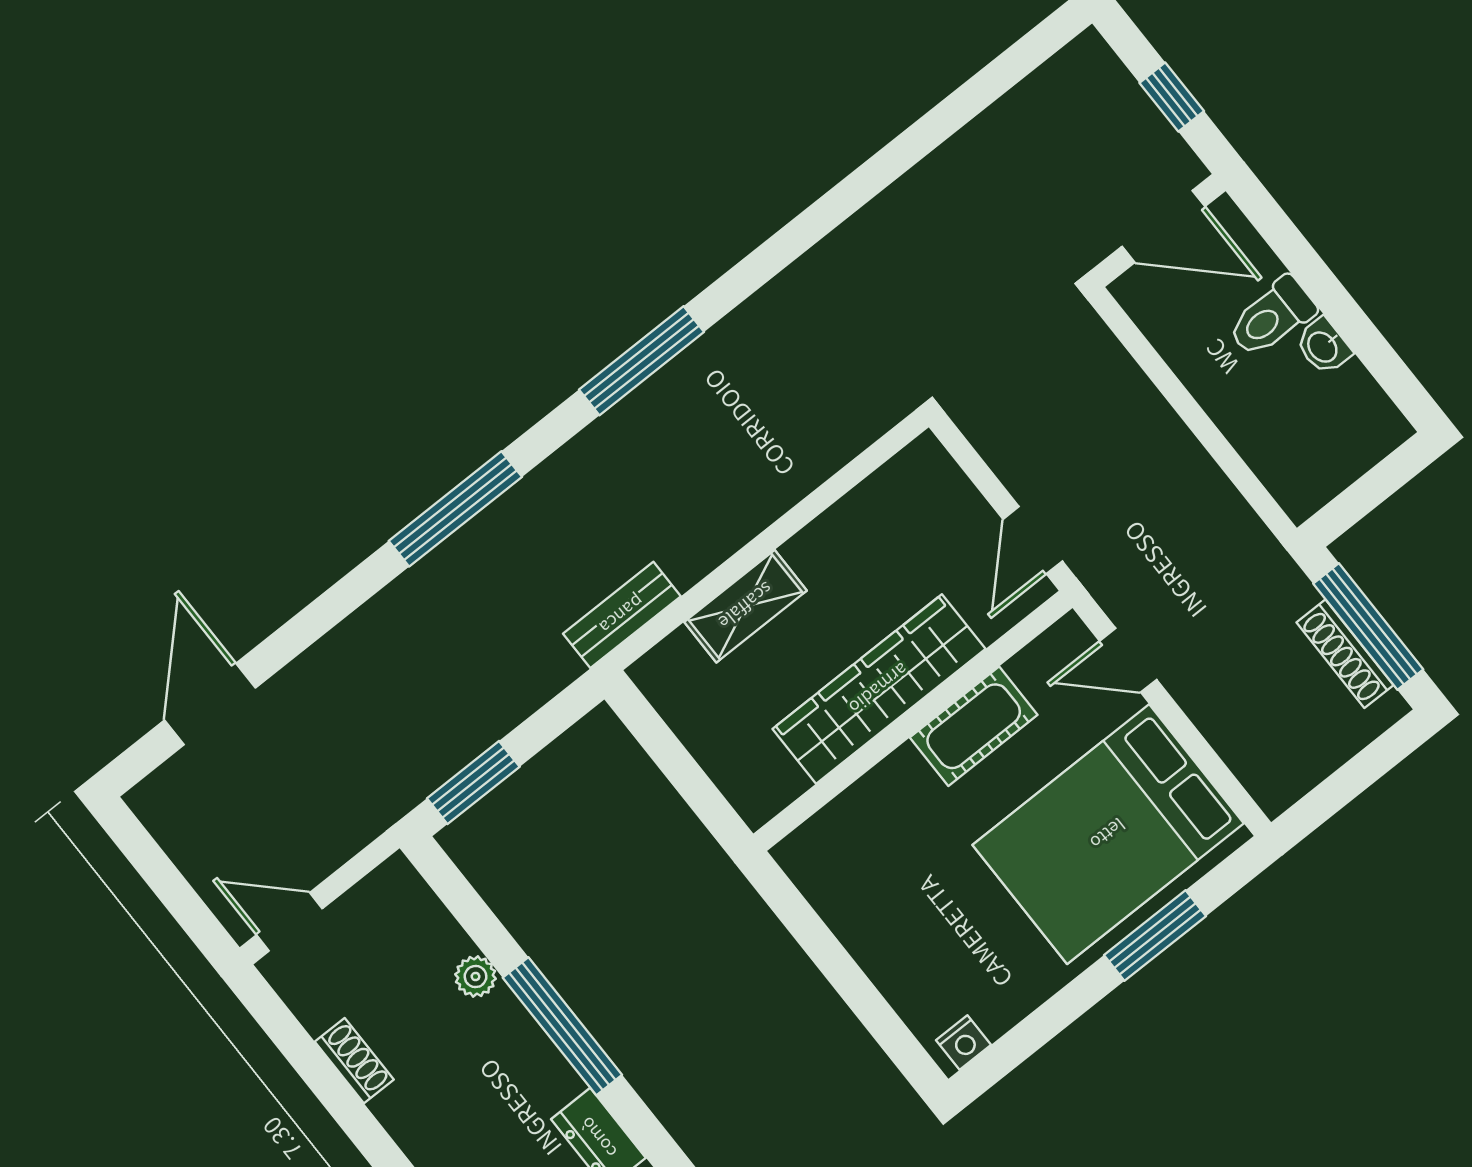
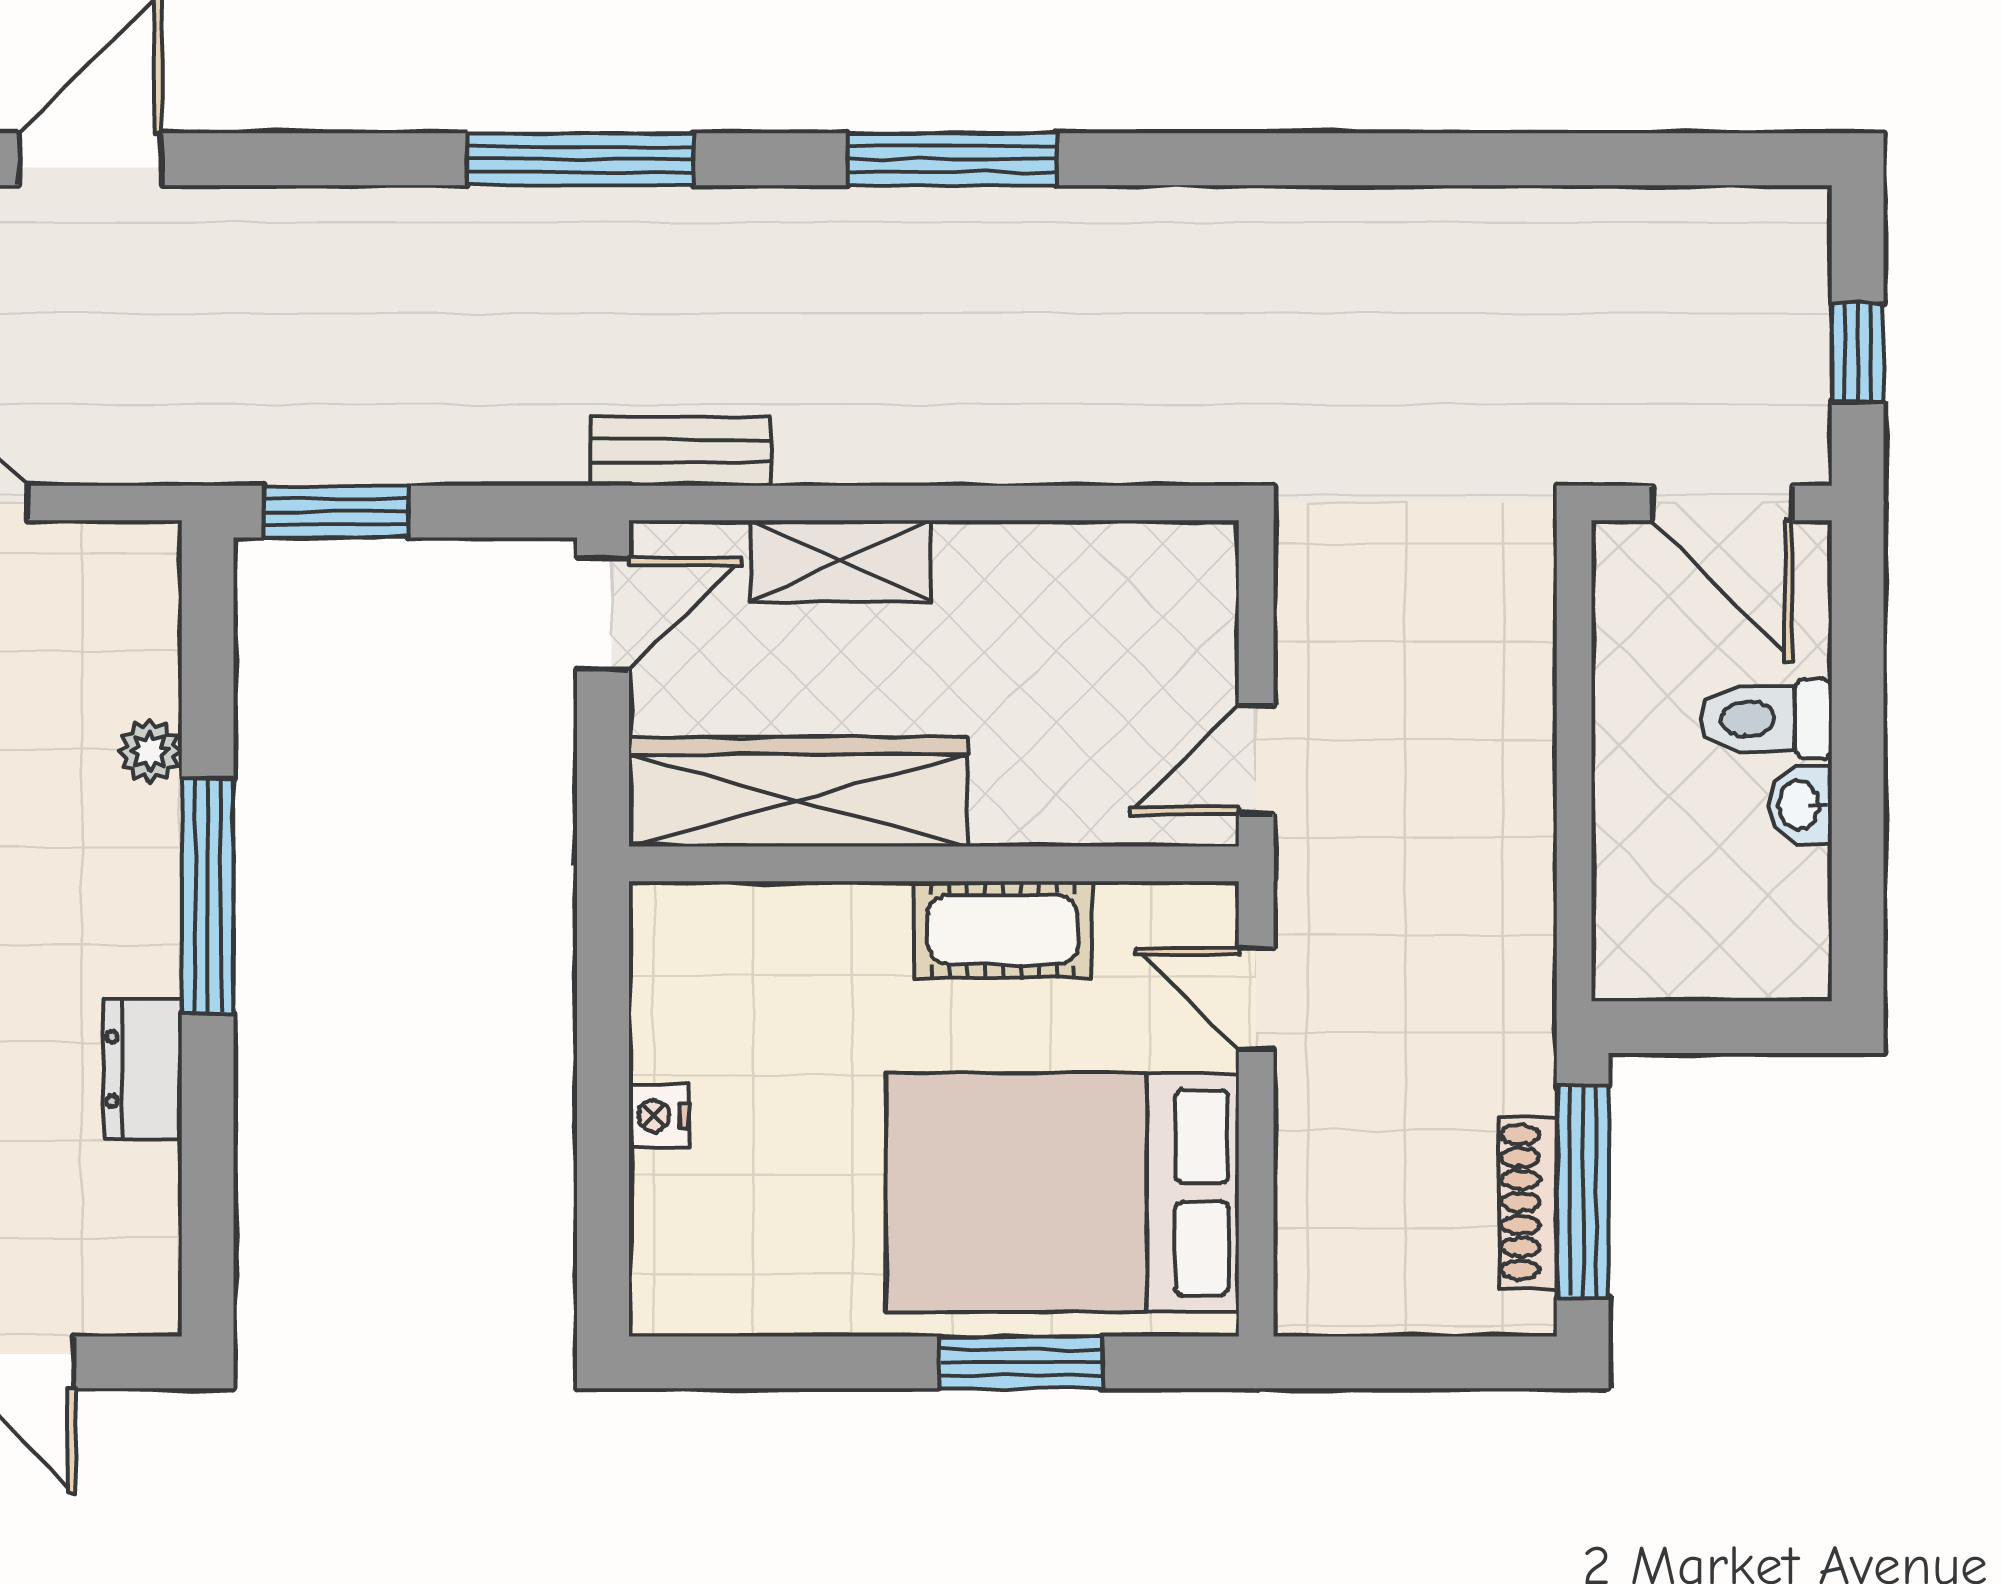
wardrobe: (879, 689) -> (798, 792), moved
door: (648, 728) -> (603, 614), added
nightstand: (964, 1043) -> (659, 1116), moved, turned 90

